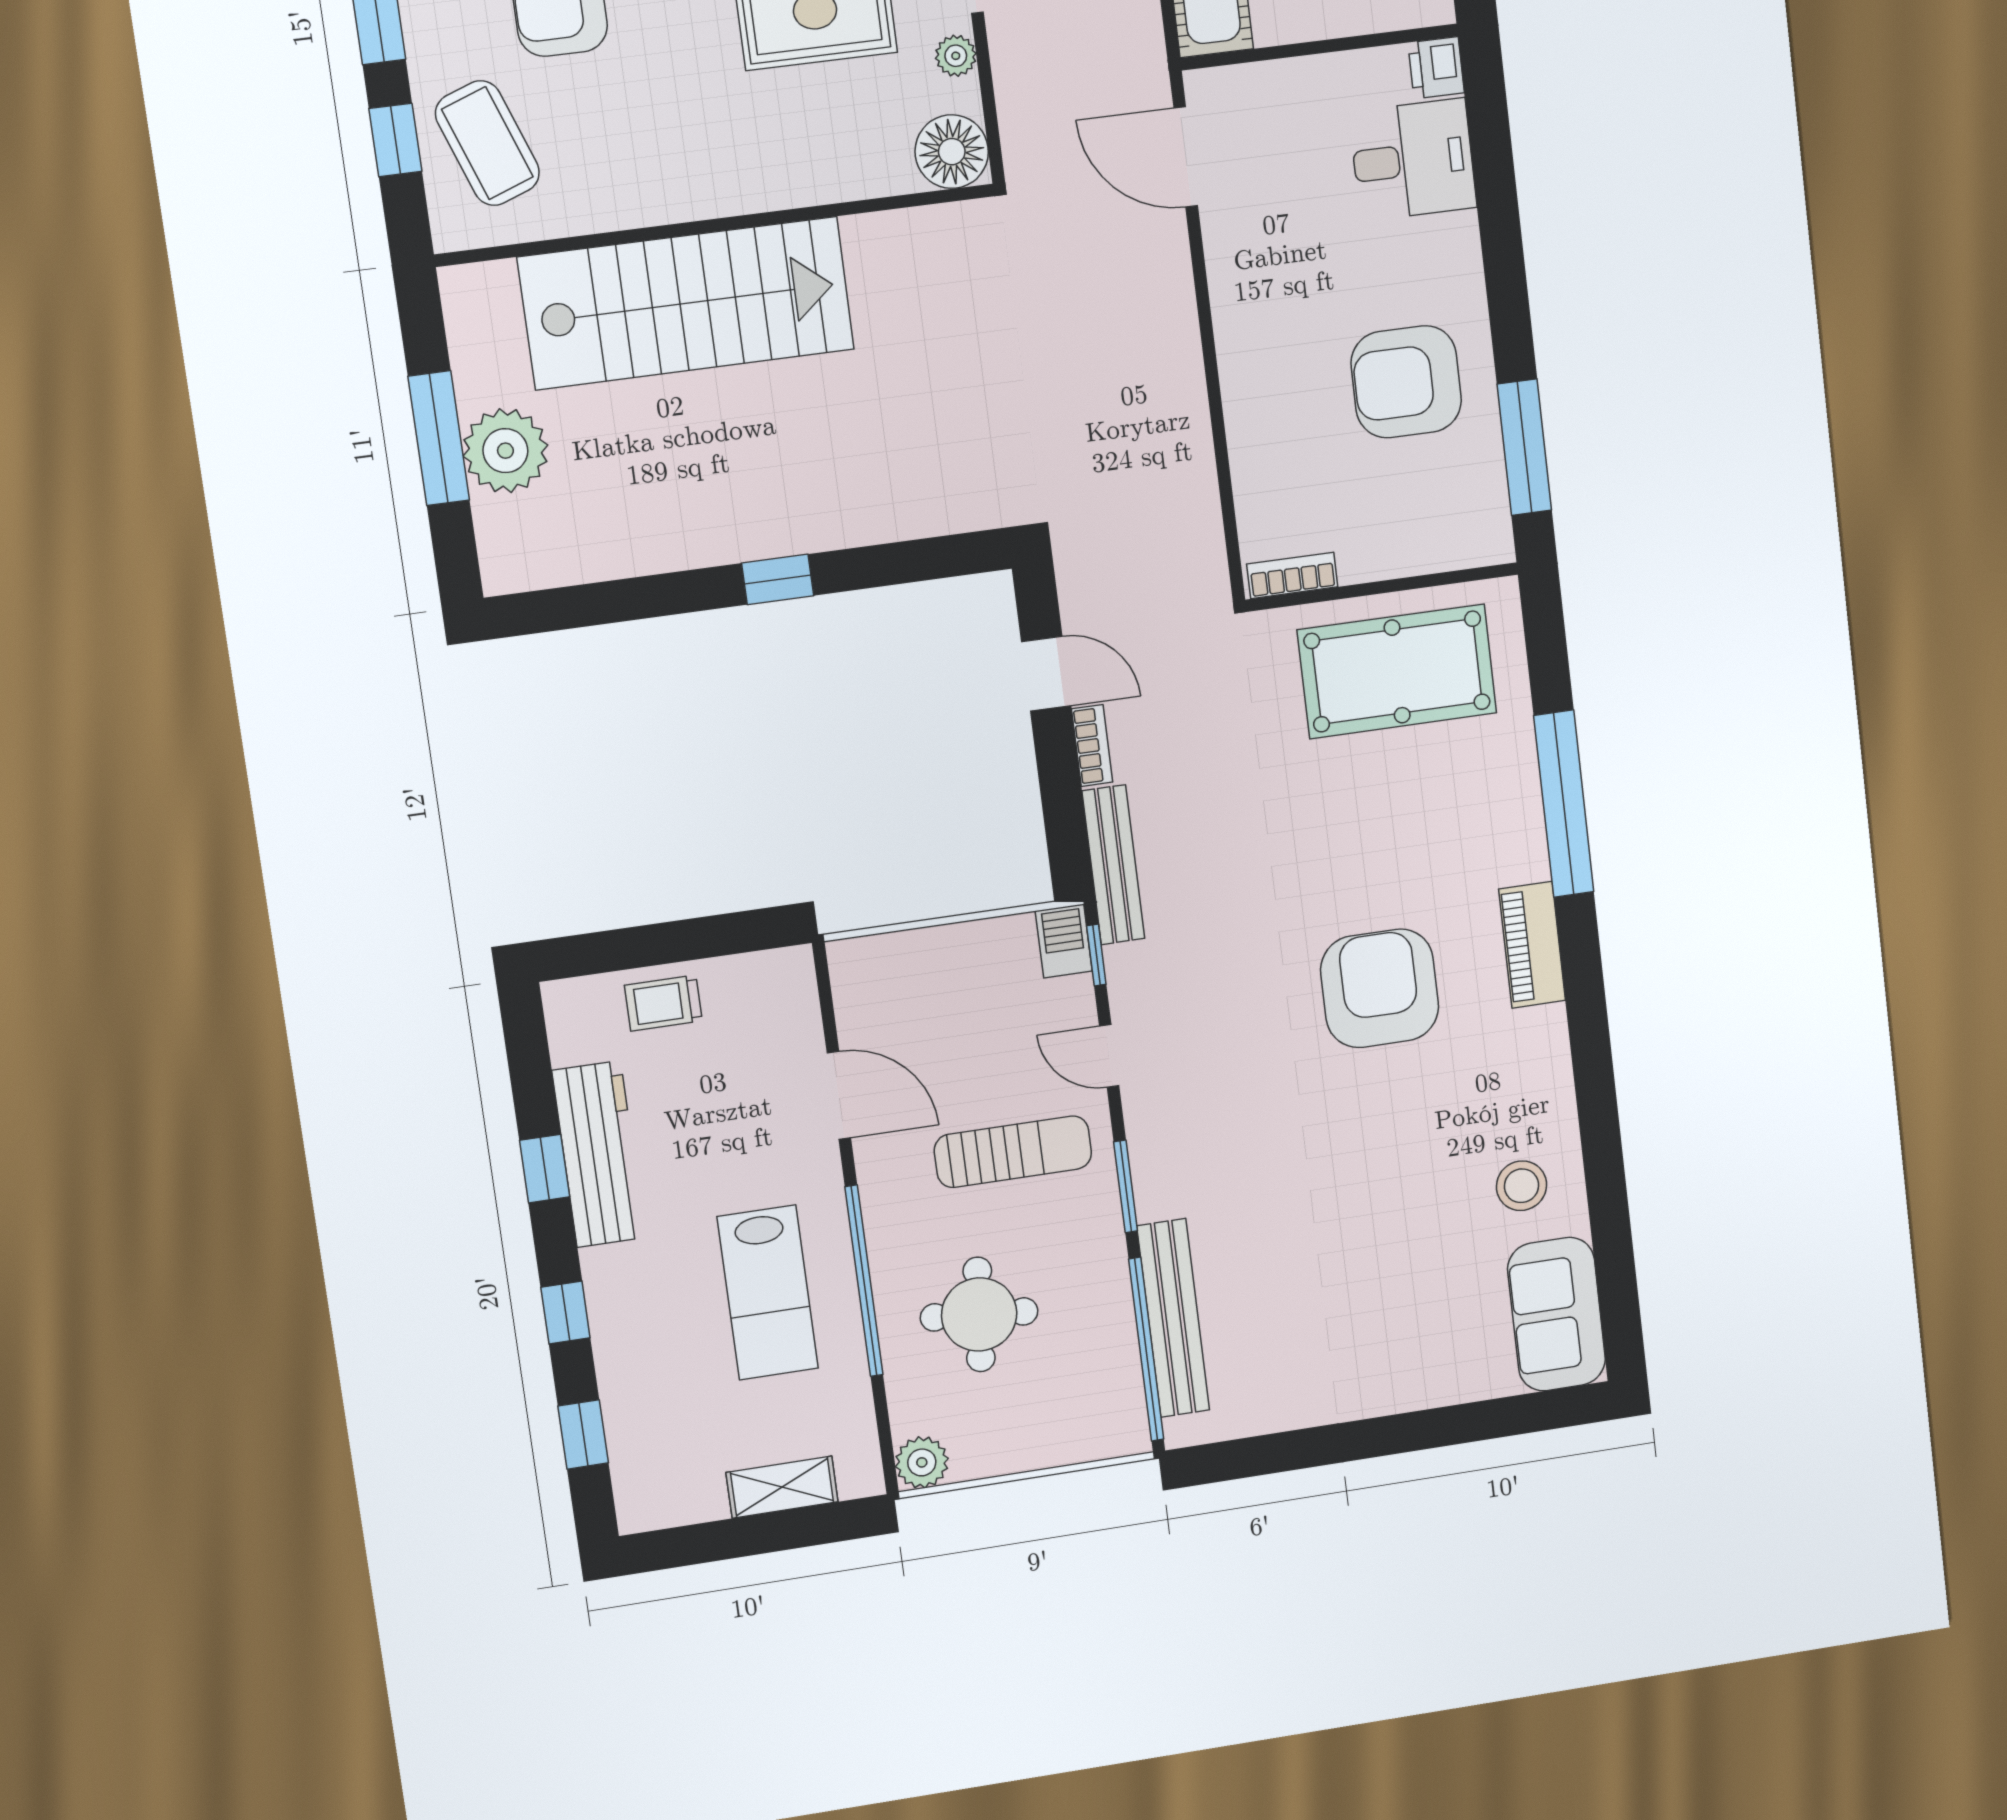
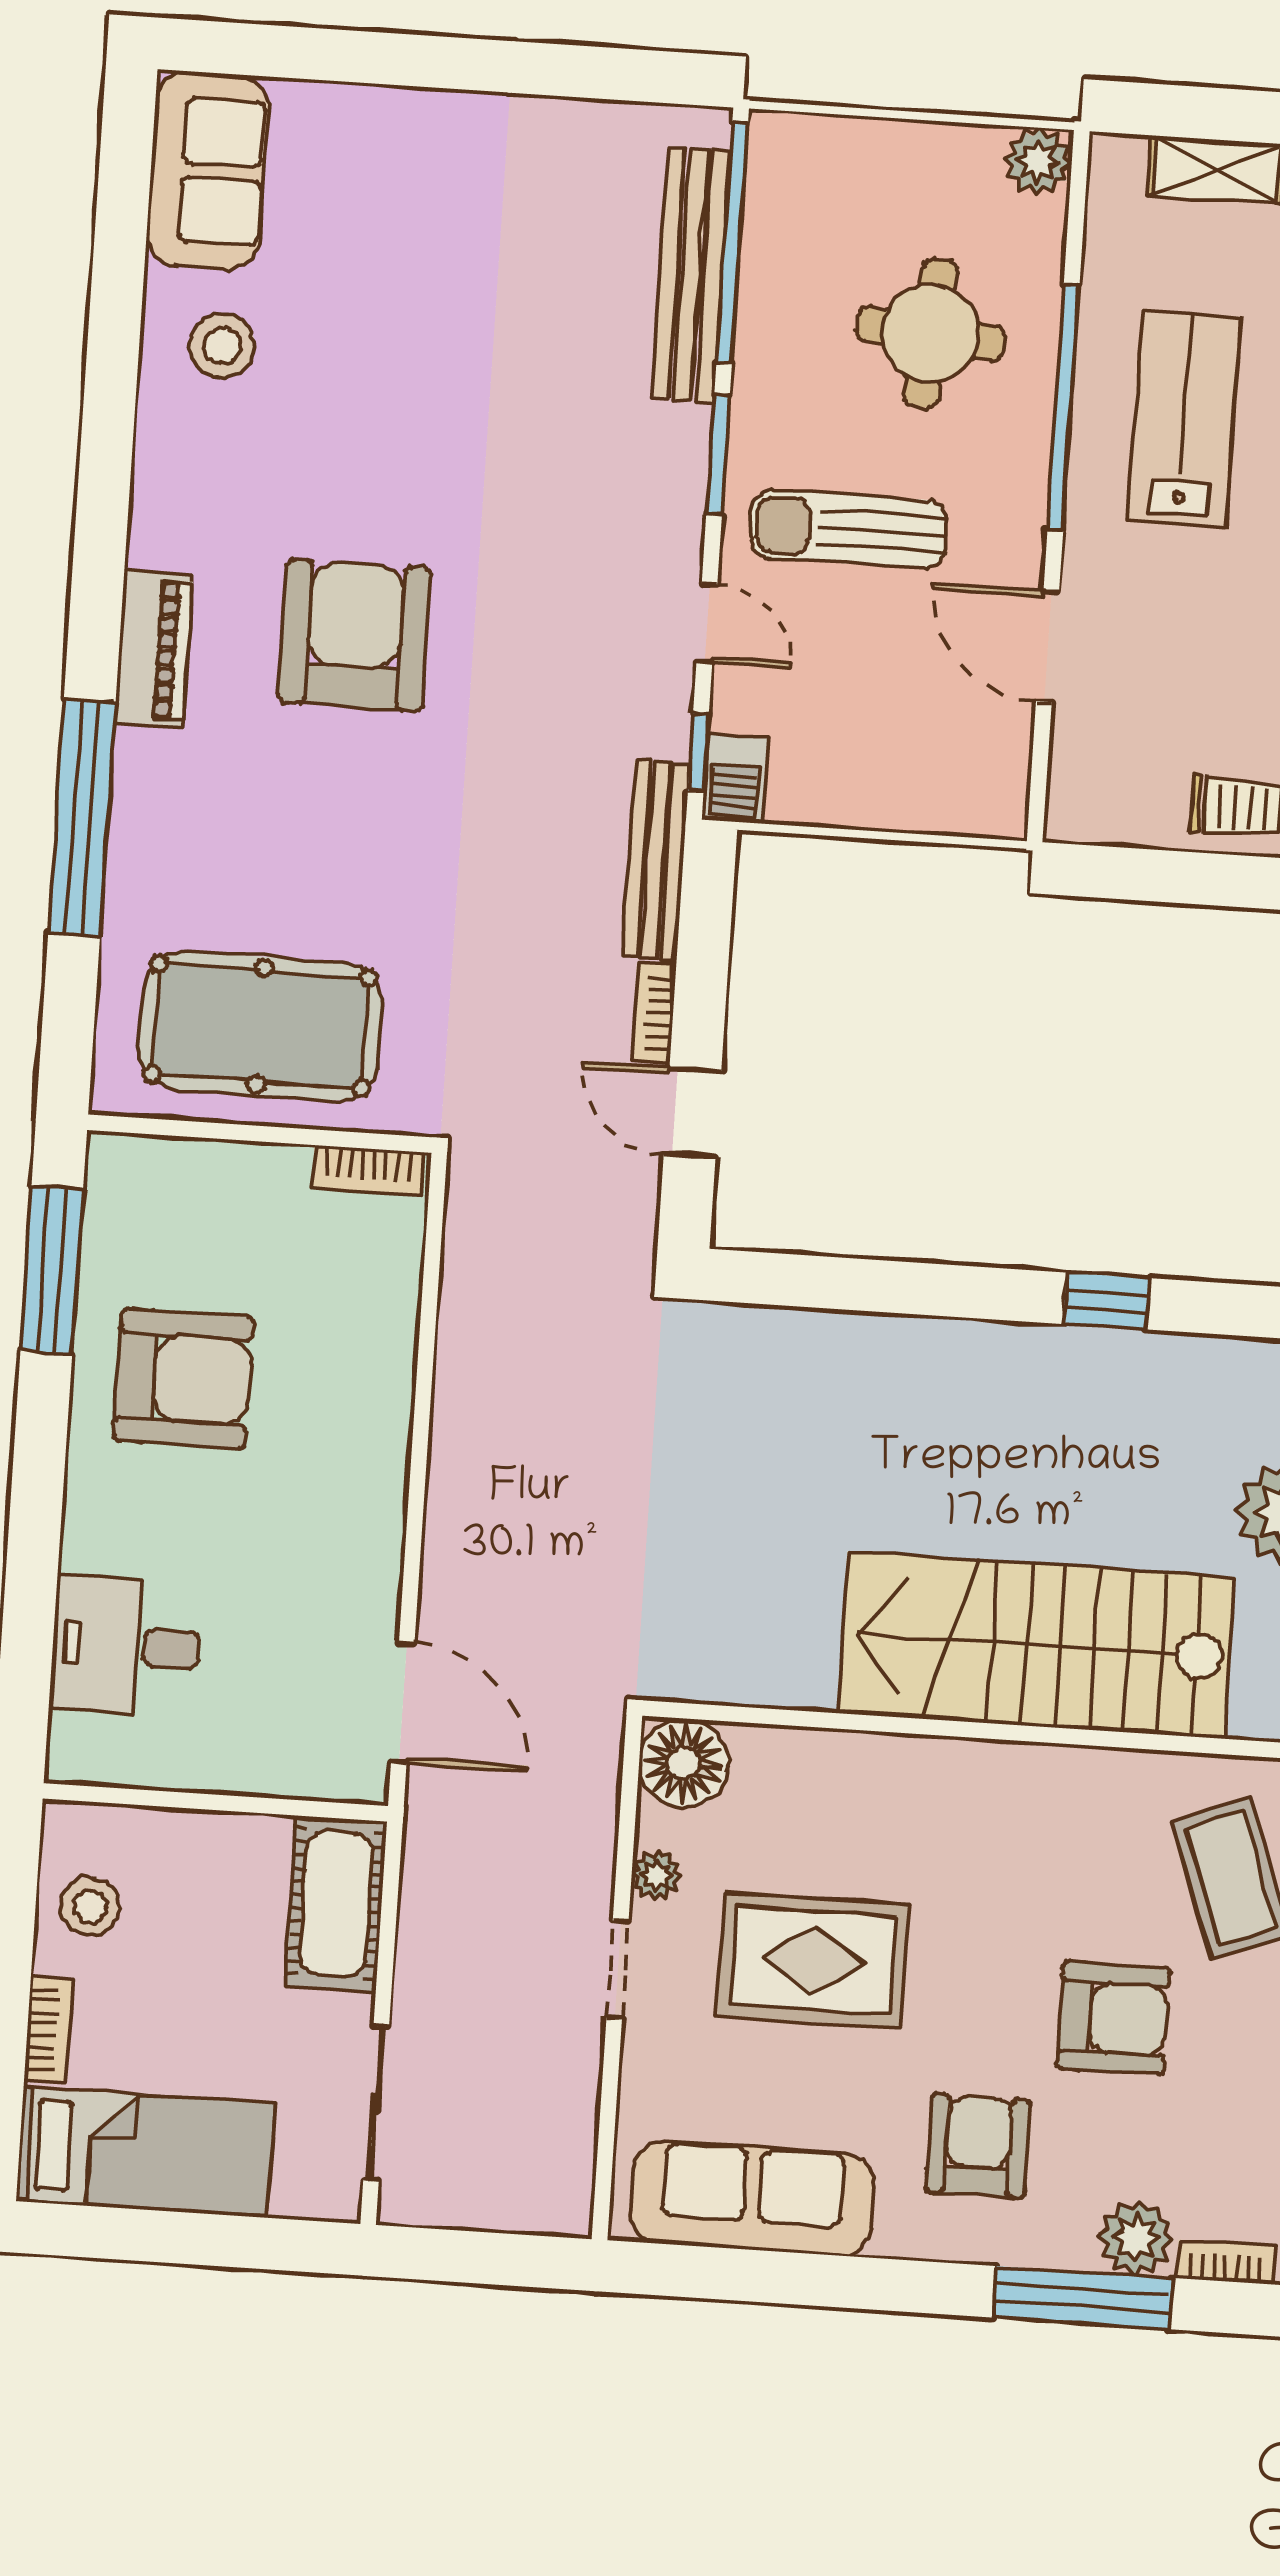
printer: (1436, 68) -> (77, 1751), removed
window: (778, 579) -> (1106, 1301), moved
armchair: (1380, 988) -> (355, 635), turned 180

